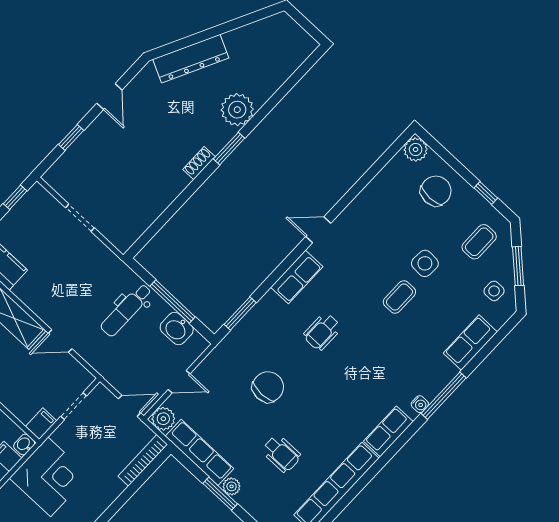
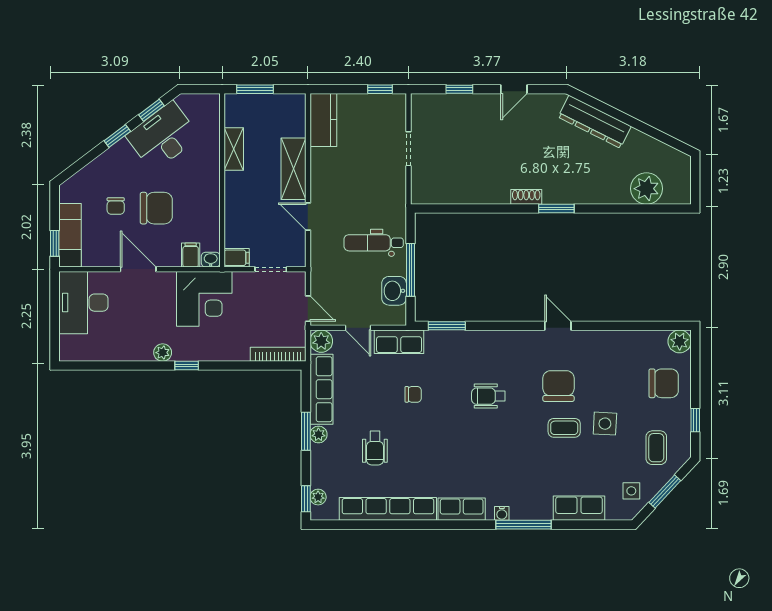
plant: (237, 110) -> (646, 189), moved
coffee table: (479, 242) -> (656, 448), turned 90
chair: (364, 272) -> (558, 386), added
row of seats: (297, 277) -> (399, 342), moved
chair: (268, 387) -> (413, 394), width x0.54, depth x0.54

